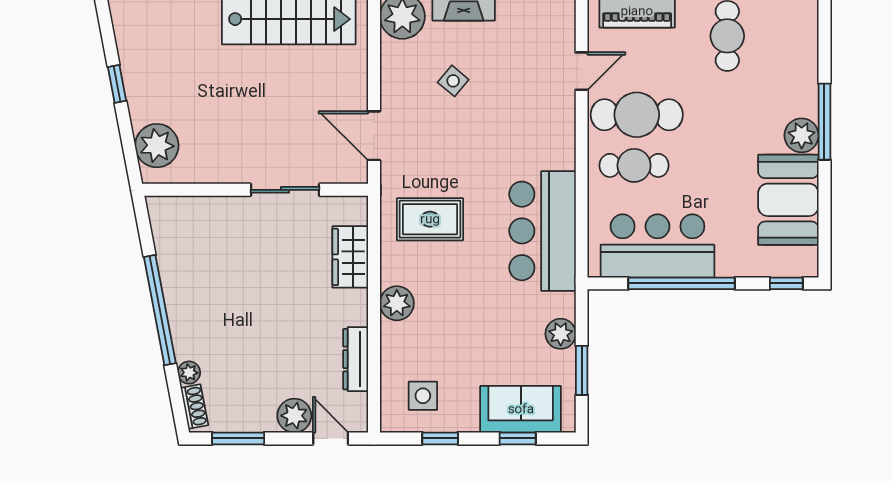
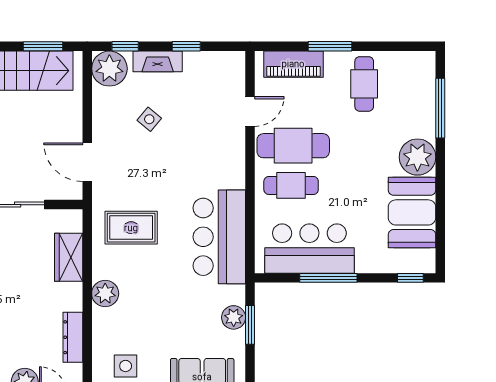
window: (824, 122) -> (440, 108), moved
plant: (802, 135) -> (417, 157), width x1.36, depth x1.36
window: (682, 283) -> (328, 278), width x0.68
window: (582, 370) -> (250, 325), moved

